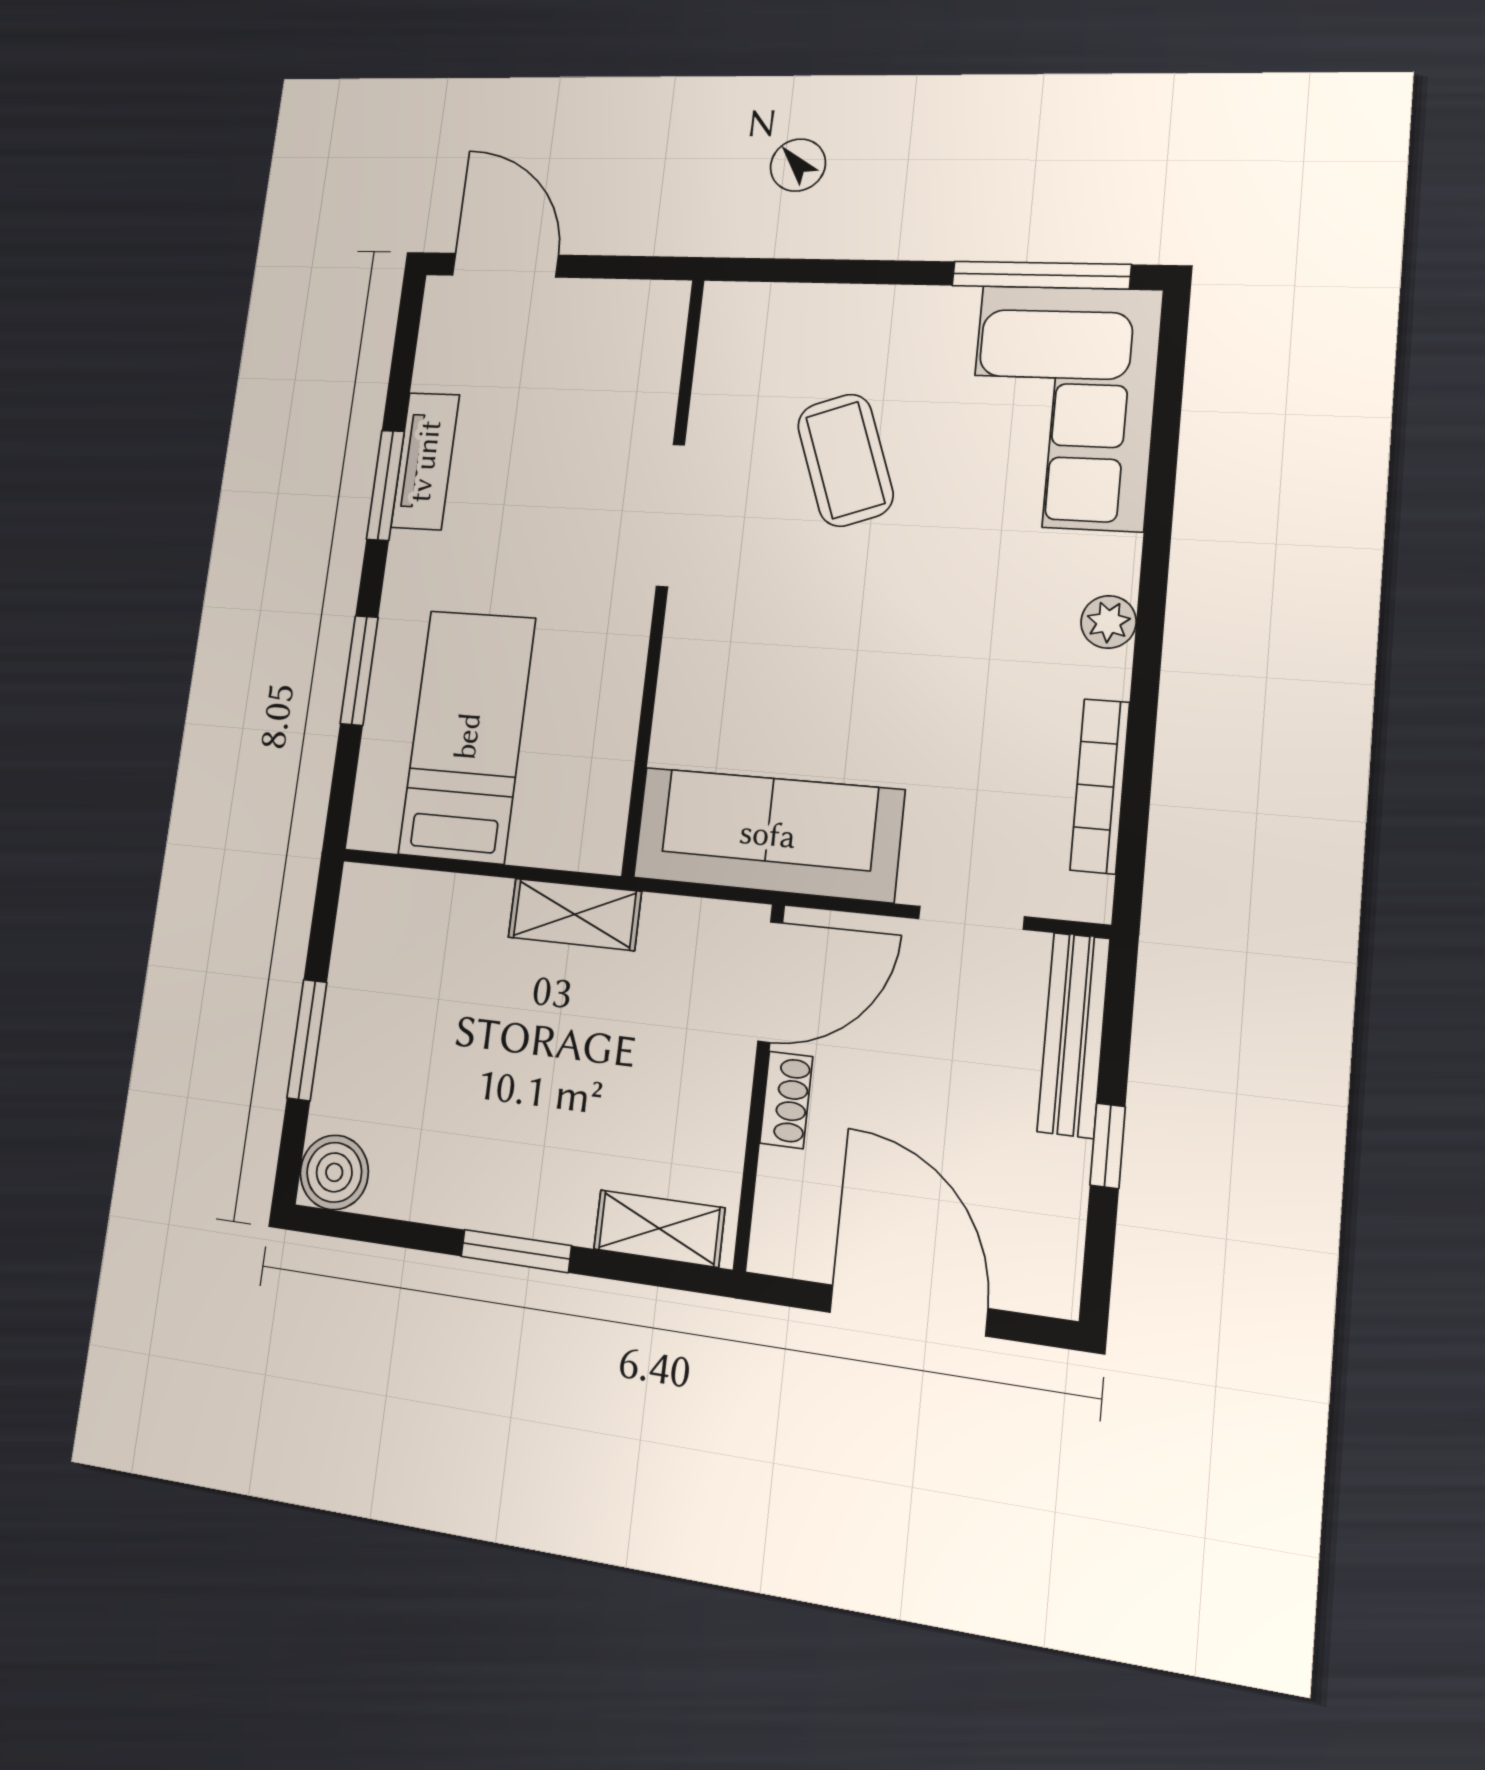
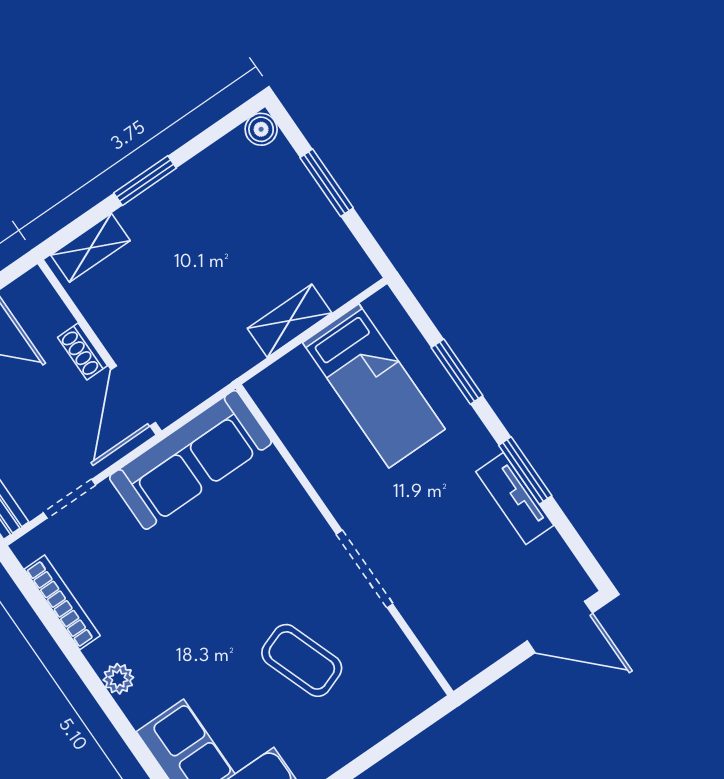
shelving: (575, 914) -> (290, 321), moved
boiler: (334, 1172) -> (261, 129), width x0.73, depth x0.73

